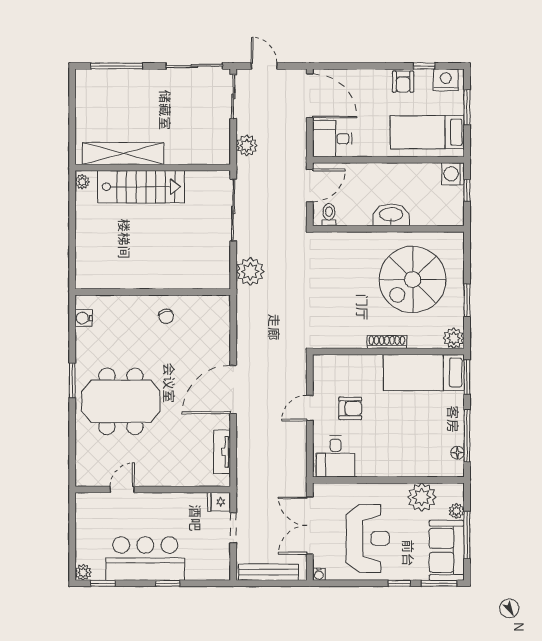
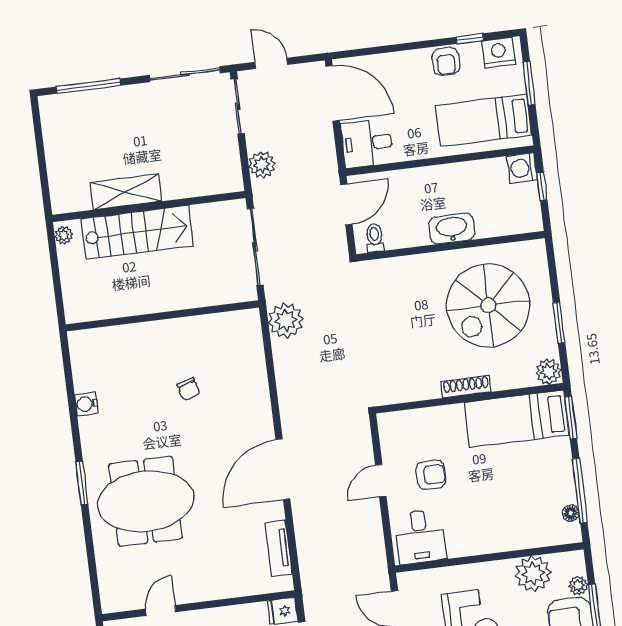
shelving: (123, 154) -> (126, 192), width x0.68
wall: (153, 292) -> (162, 316), moved

